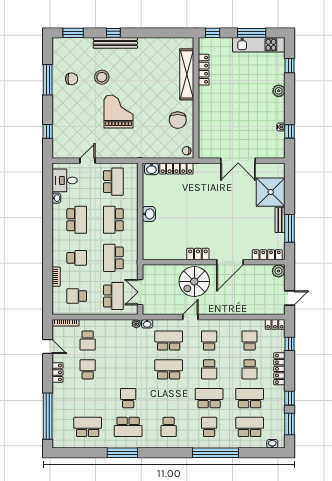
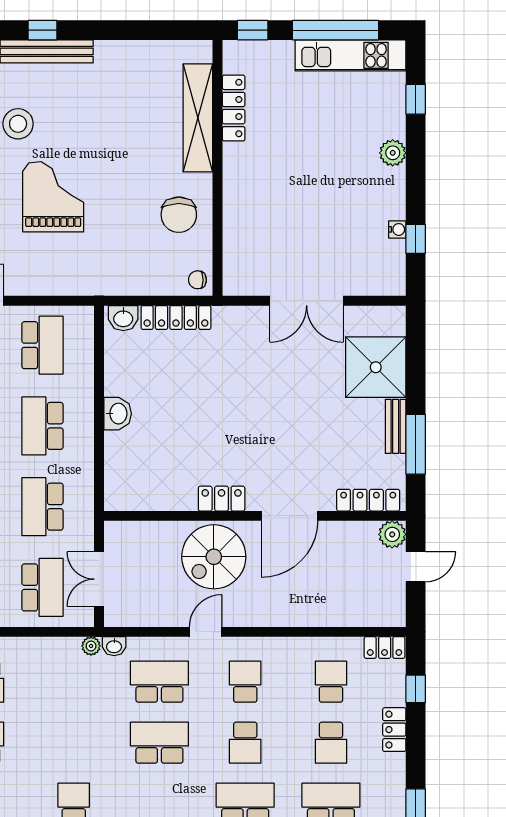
window: (252, 33) -> (335, 30), width x1.46
door: (290, 298) -> (416, 567), moved
locker: (279, 369) -> (394, 730), width x0.66

